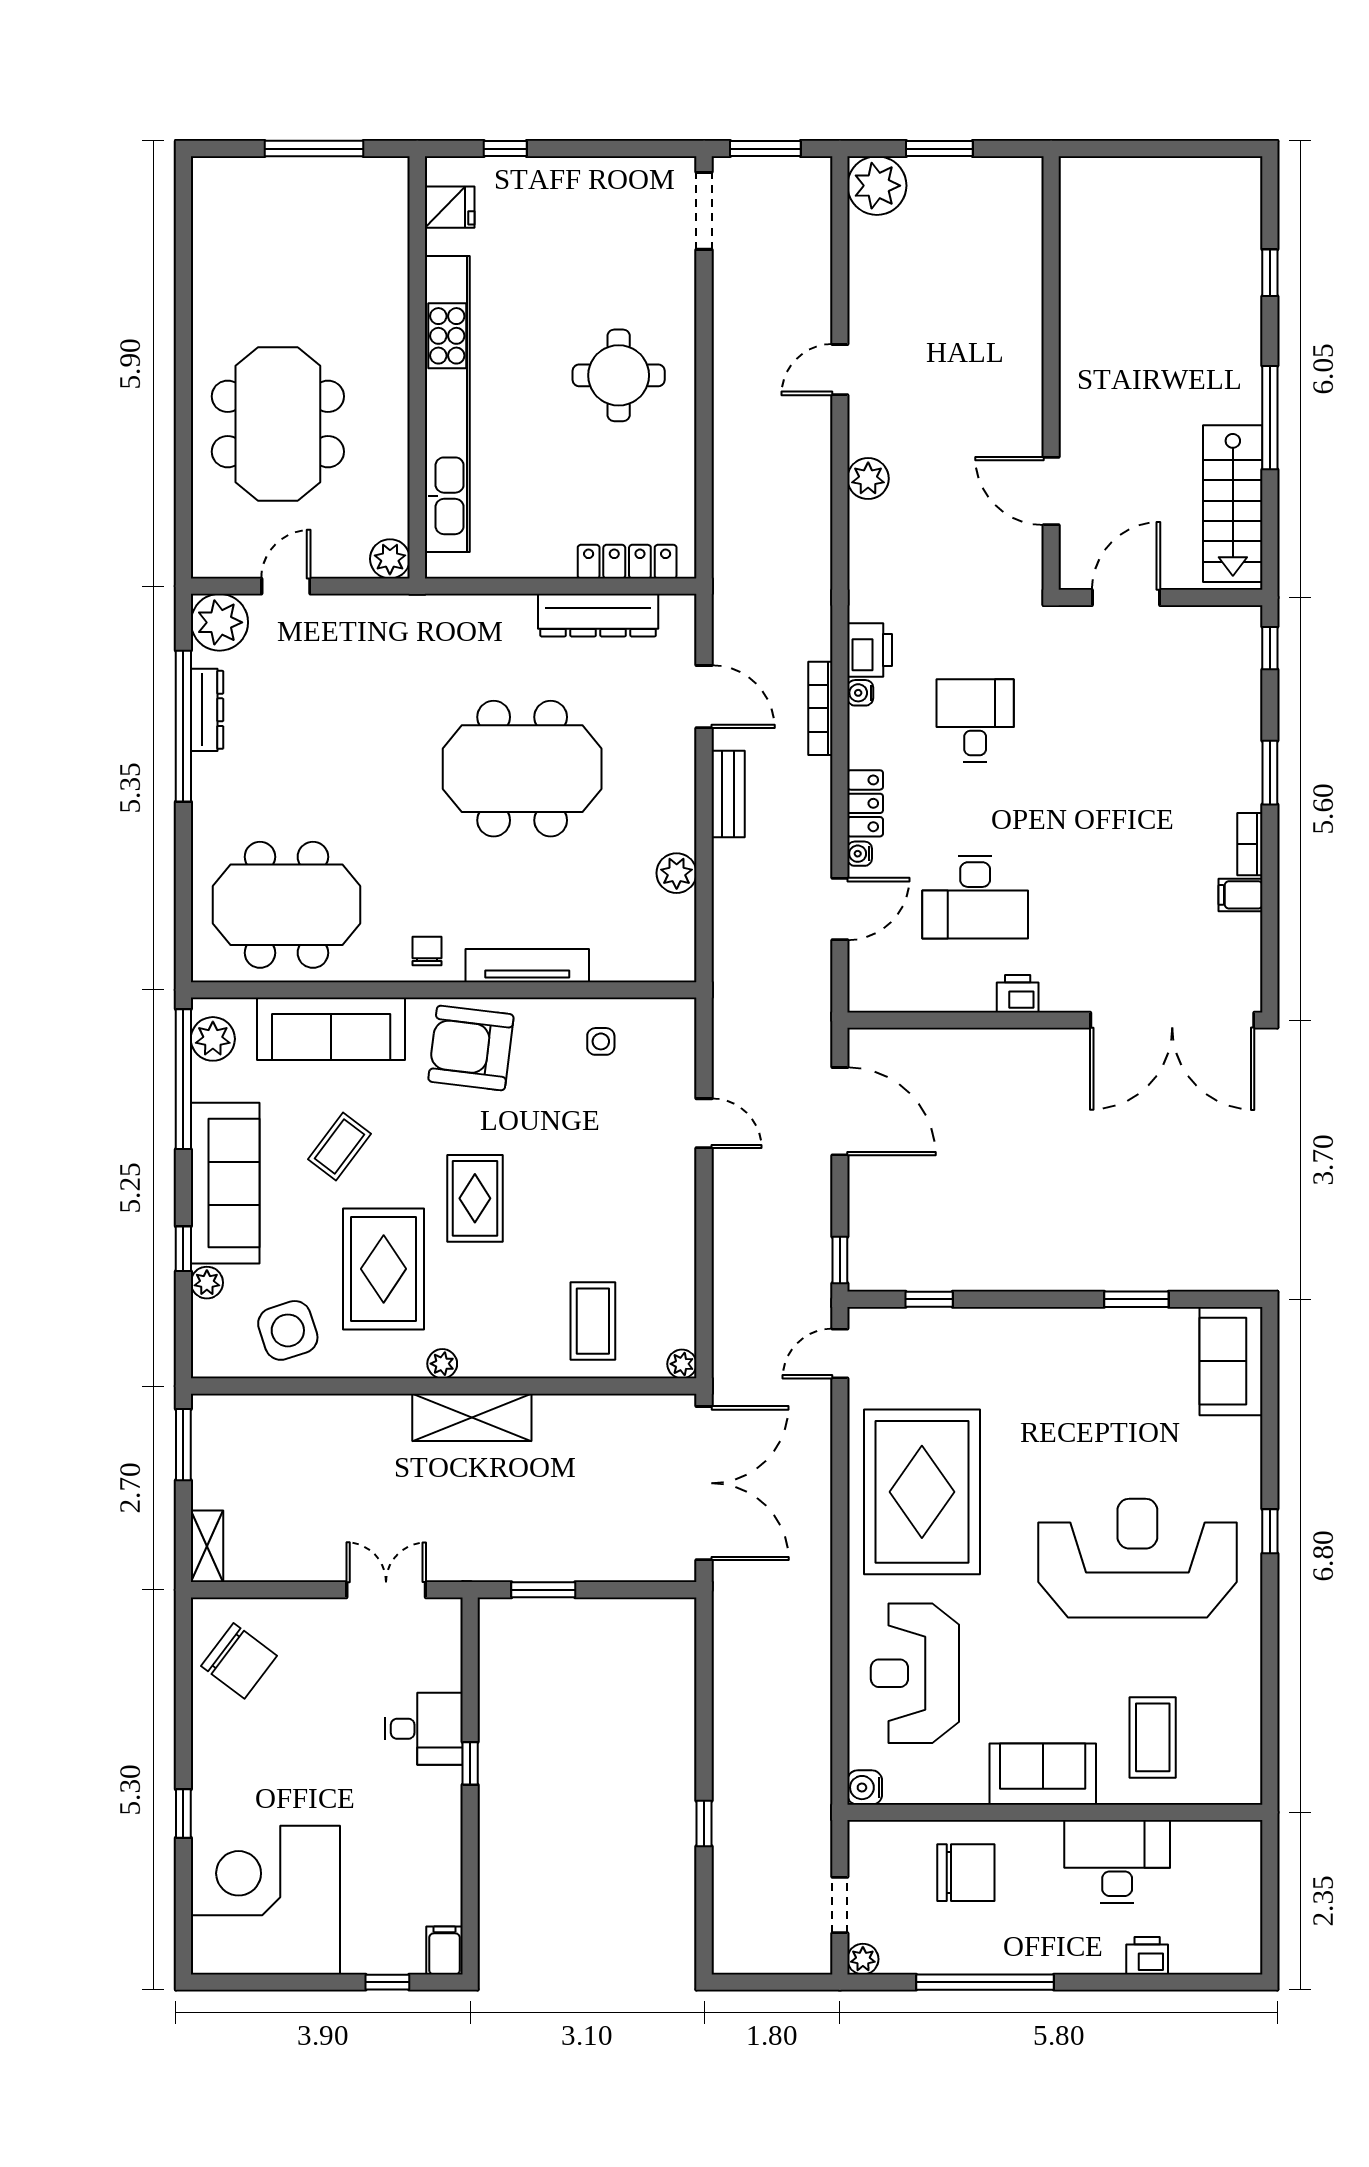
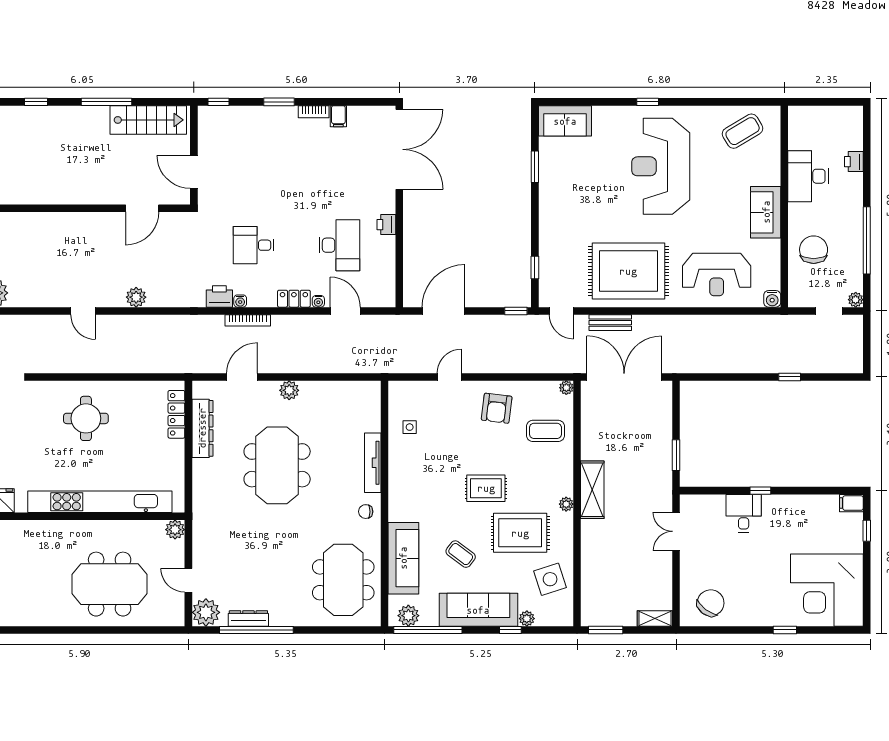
bench: (728, 794) -> (610, 323), moved
plant: (677, 873) -> (289, 390), moved
armchair: (471, 1048) -> (497, 408), moved, width x0.73, depth x0.73
coffee table: (1153, 1737) -> (743, 131), moved, turned -31

